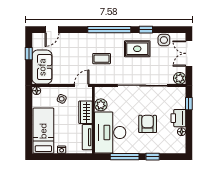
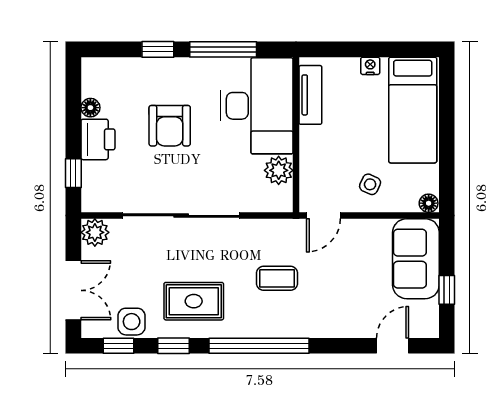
window: (169, 30) -> (119, 346), added
wardrobe: (86, 112) -> (314, 153), removed

